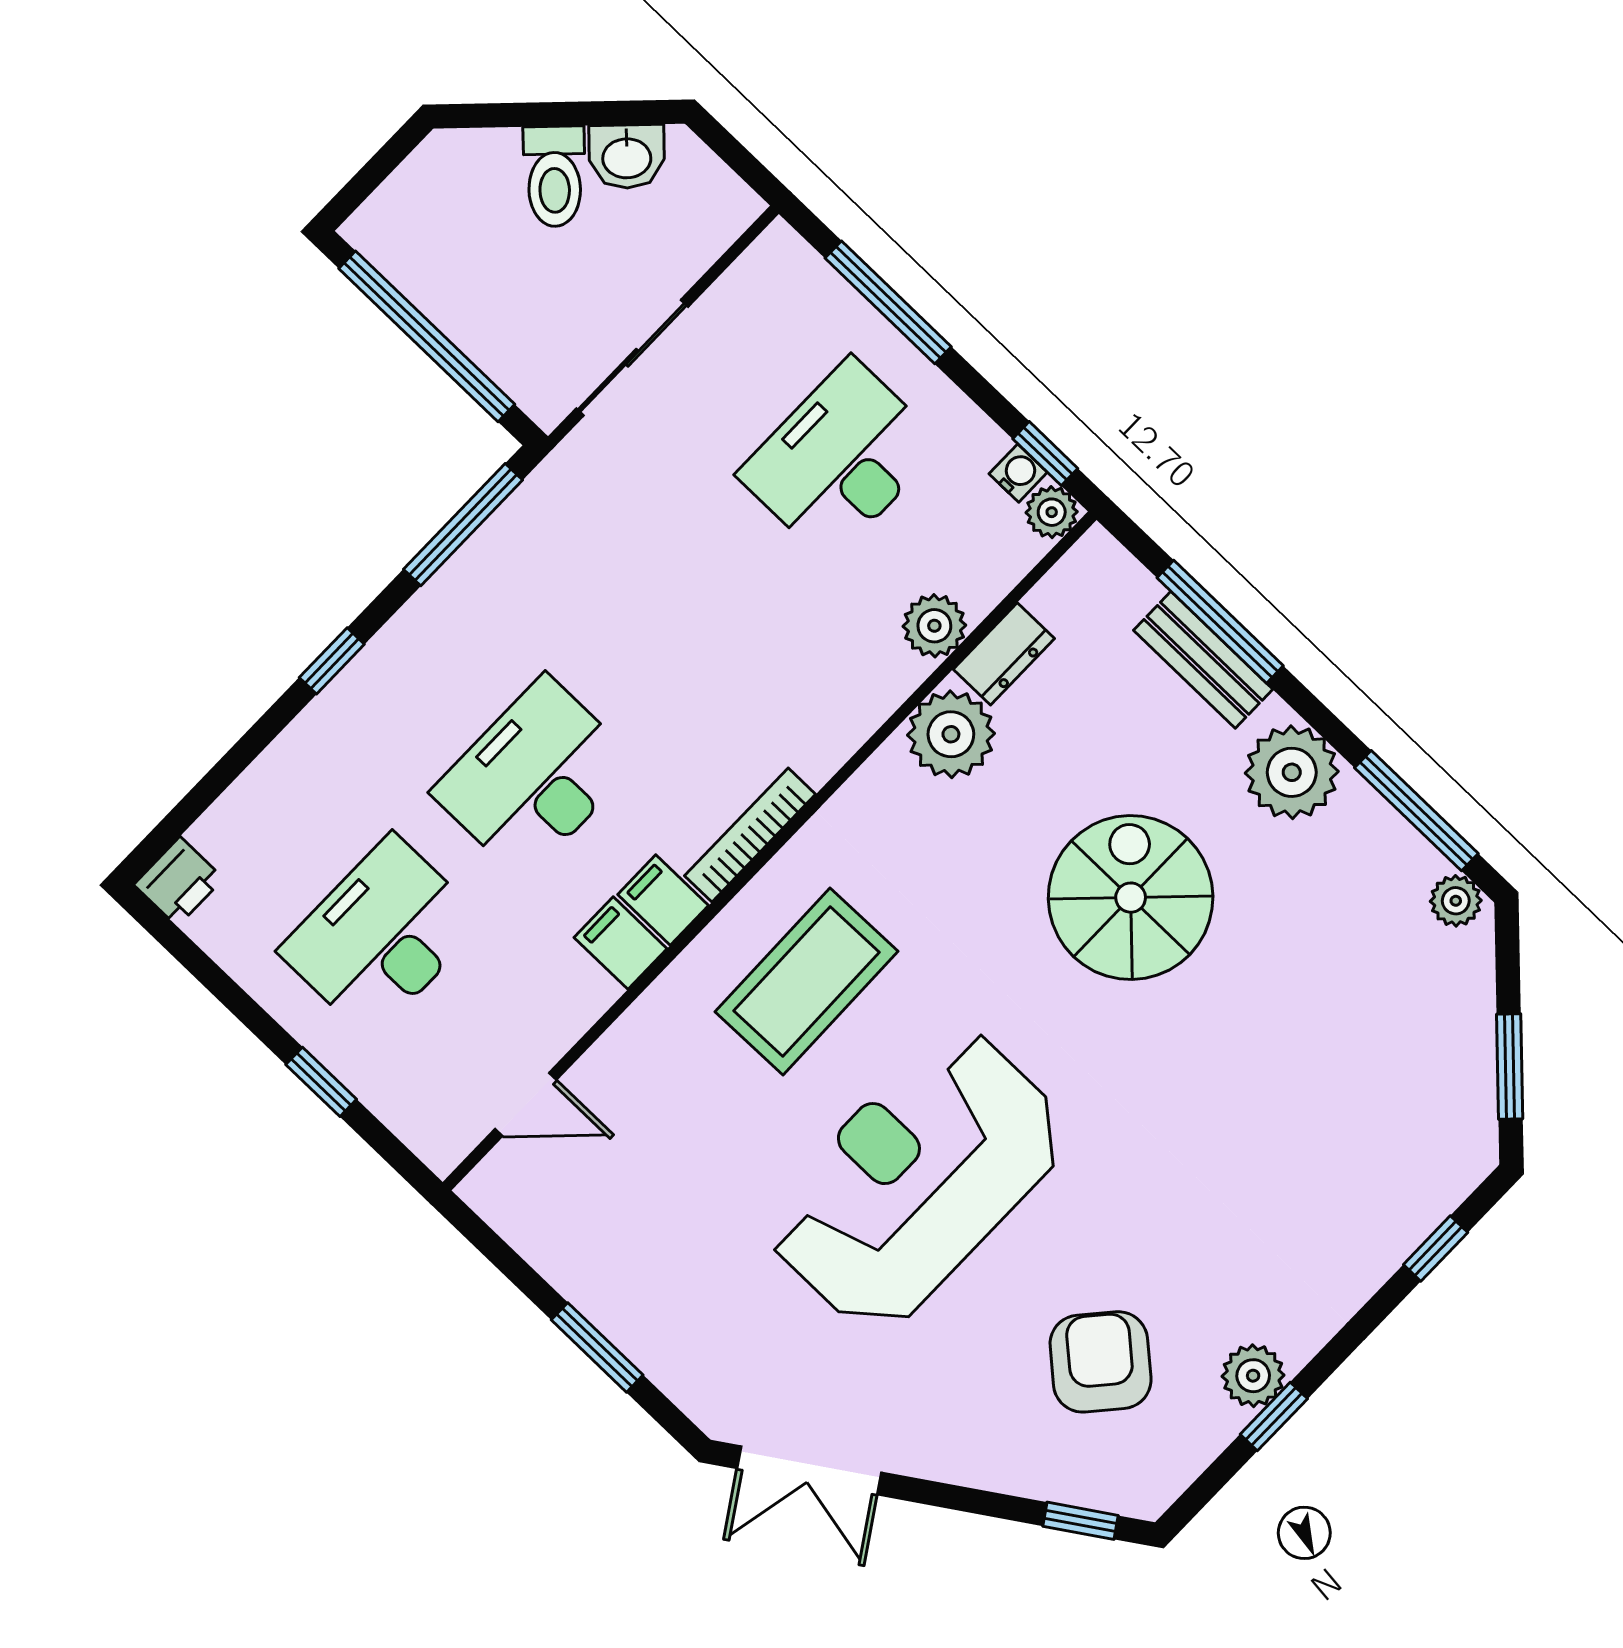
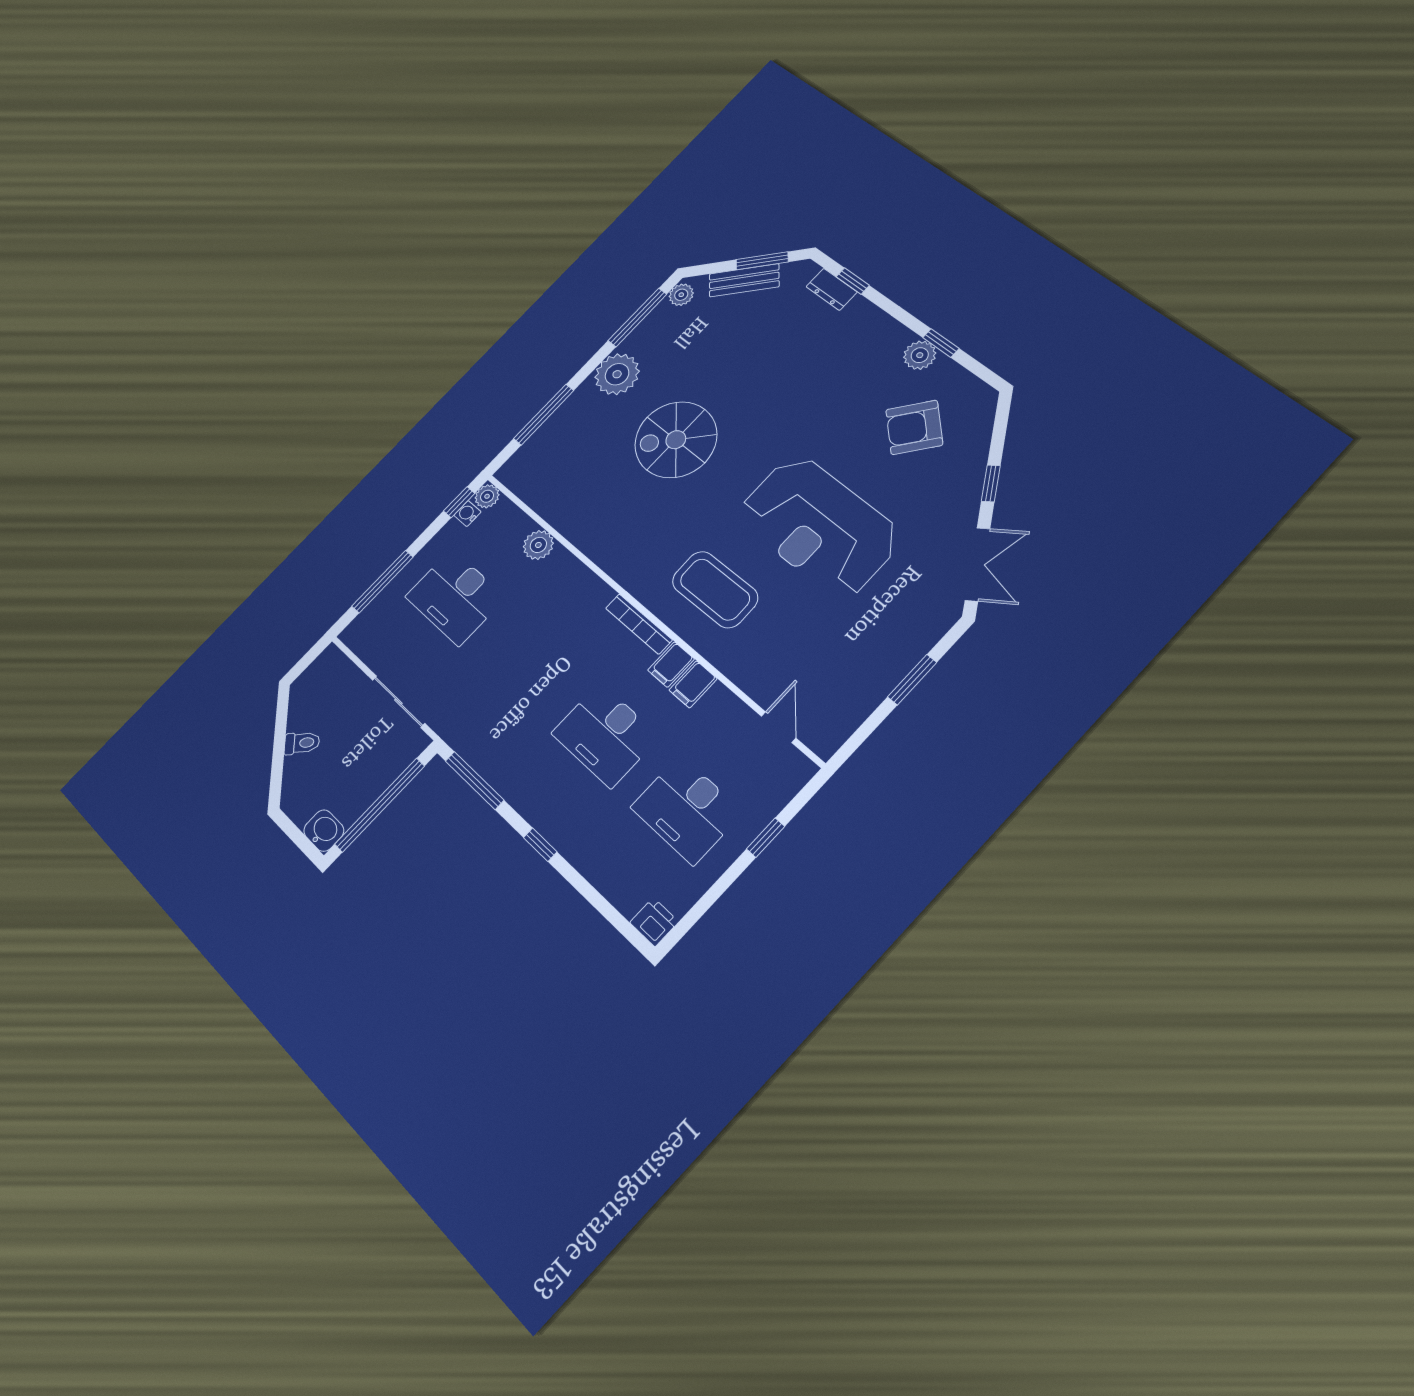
washbasin: (627, 156) -> (324, 831), moved, turned -45
toilet: (554, 176) -> (302, 743), width x0.73, depth x0.72
dresser: (1004, 654) -> (832, 289), moved, turned 180
bench: (1203, 660) -> (744, 280), moved, turned 45
plant: (951, 734) -> (592, 532), removed
window: (1081, 1521) -> (991, 483), moved

